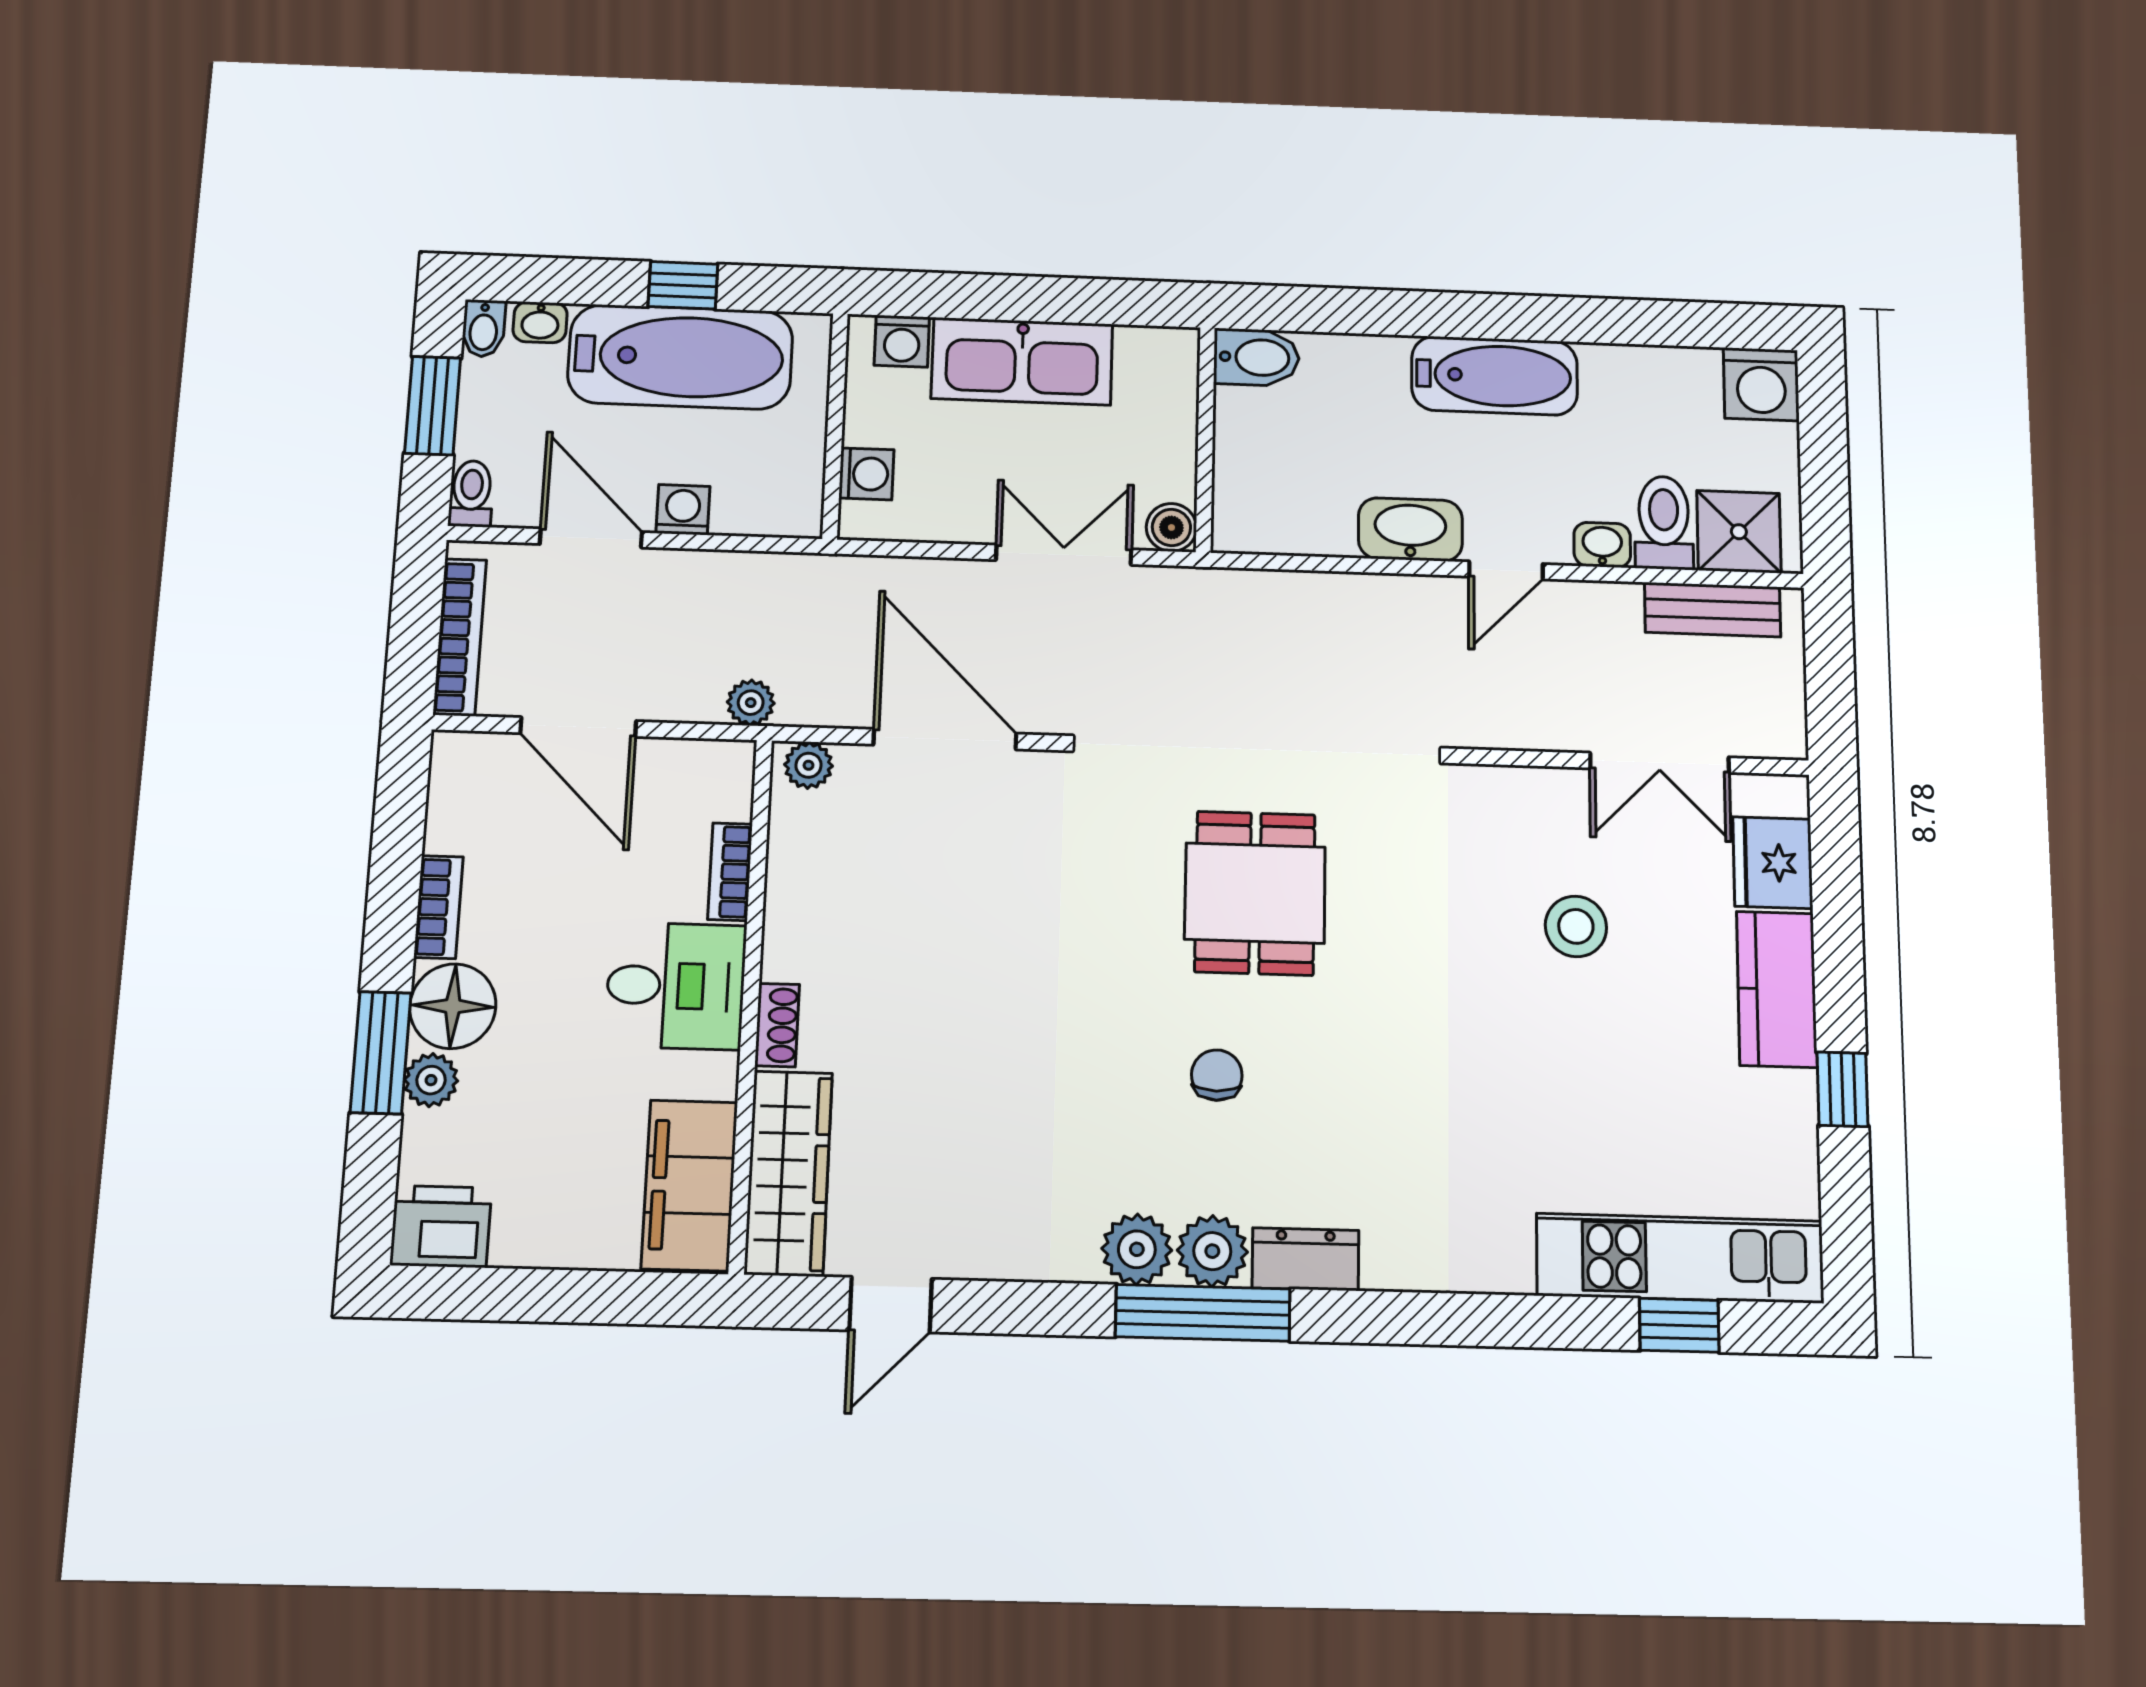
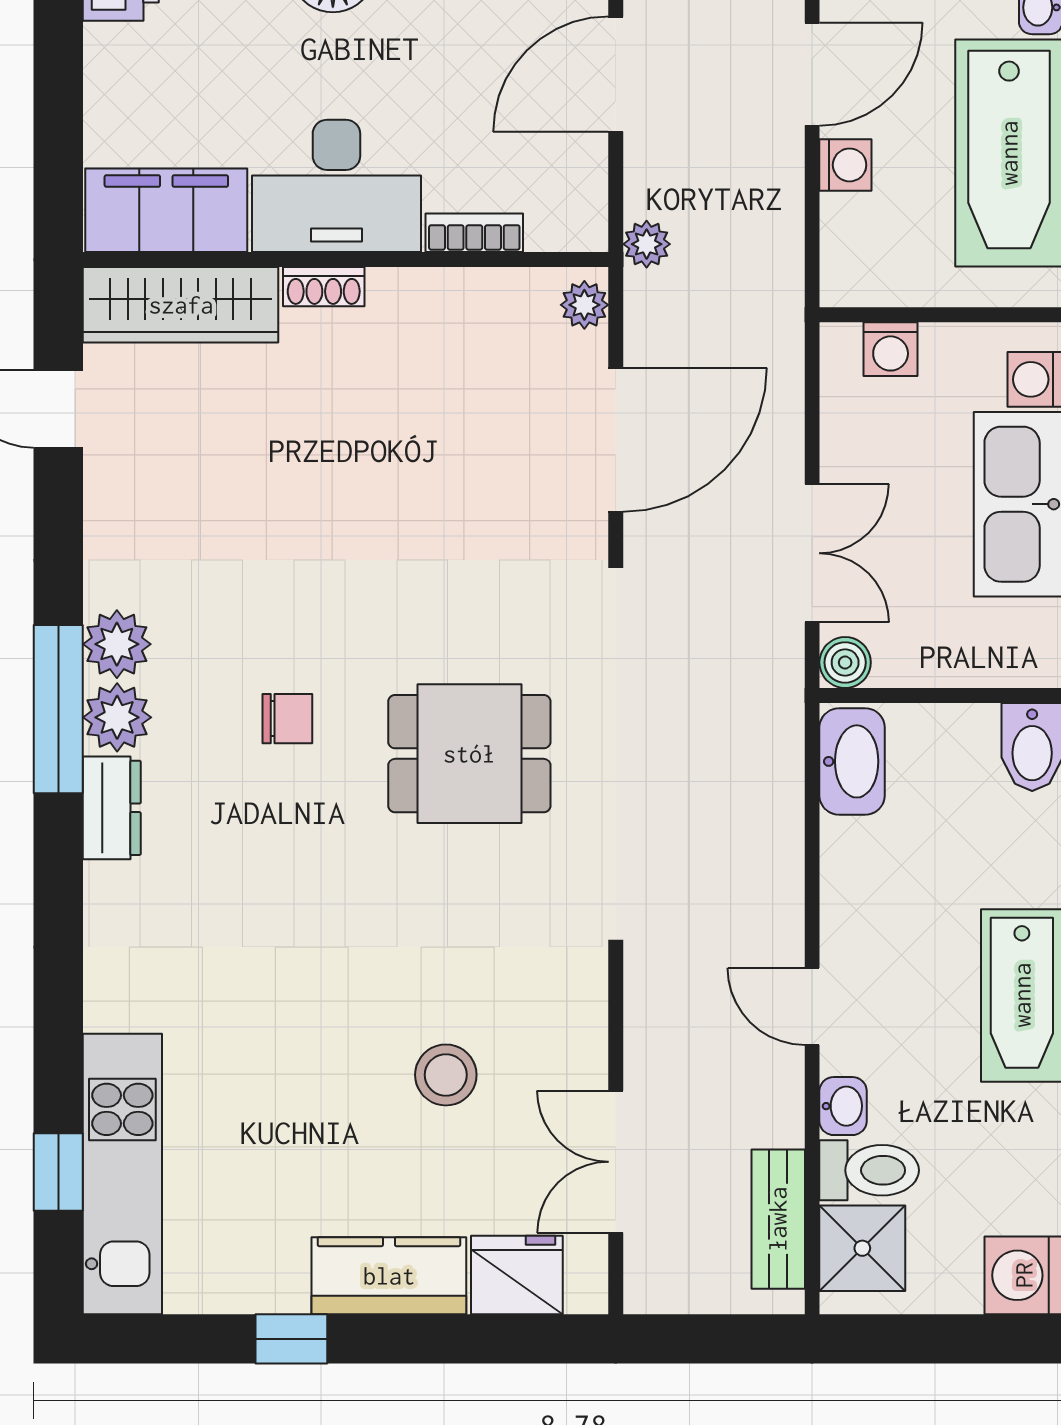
washbasin: (1410, 529) -> (852, 761), moved
desk: (676, 986) -> (336, 186), width x1.37

